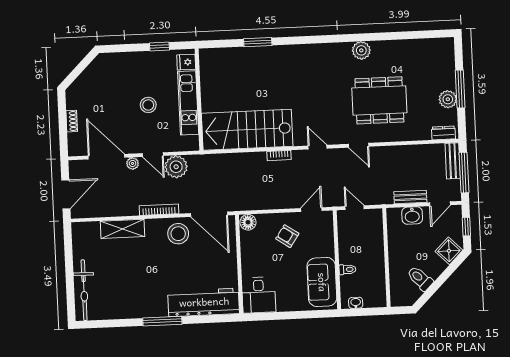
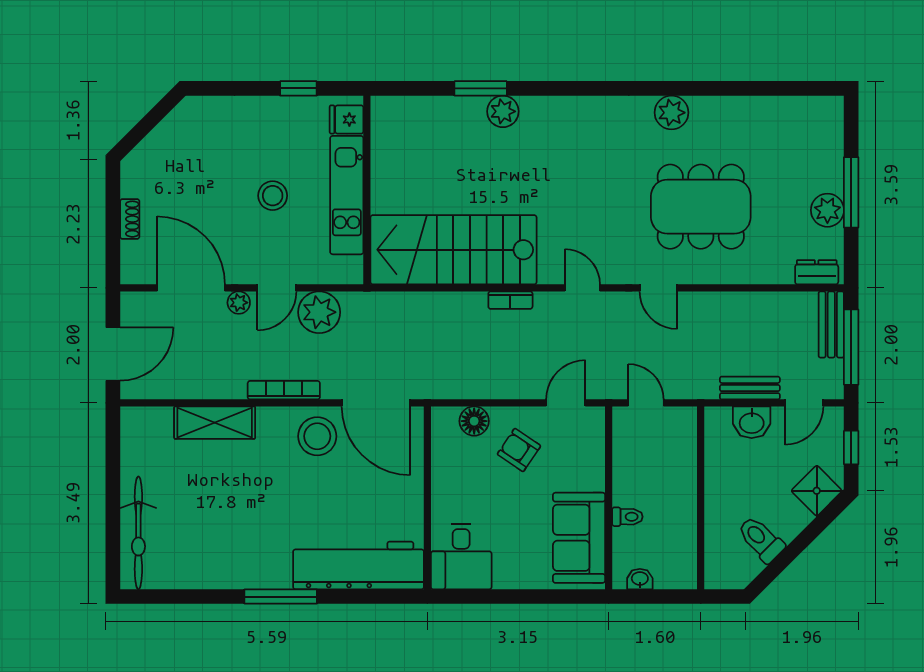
plant: (270, 54) -> (503, 111), added
door: (153, 155) -> (277, 288), hinge flipped
floor lamp: (248, 222) -> (474, 421), moved

